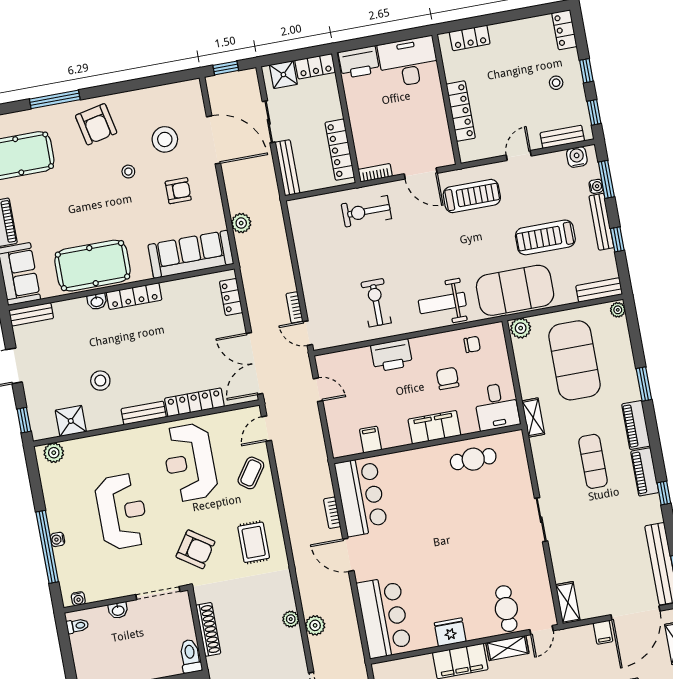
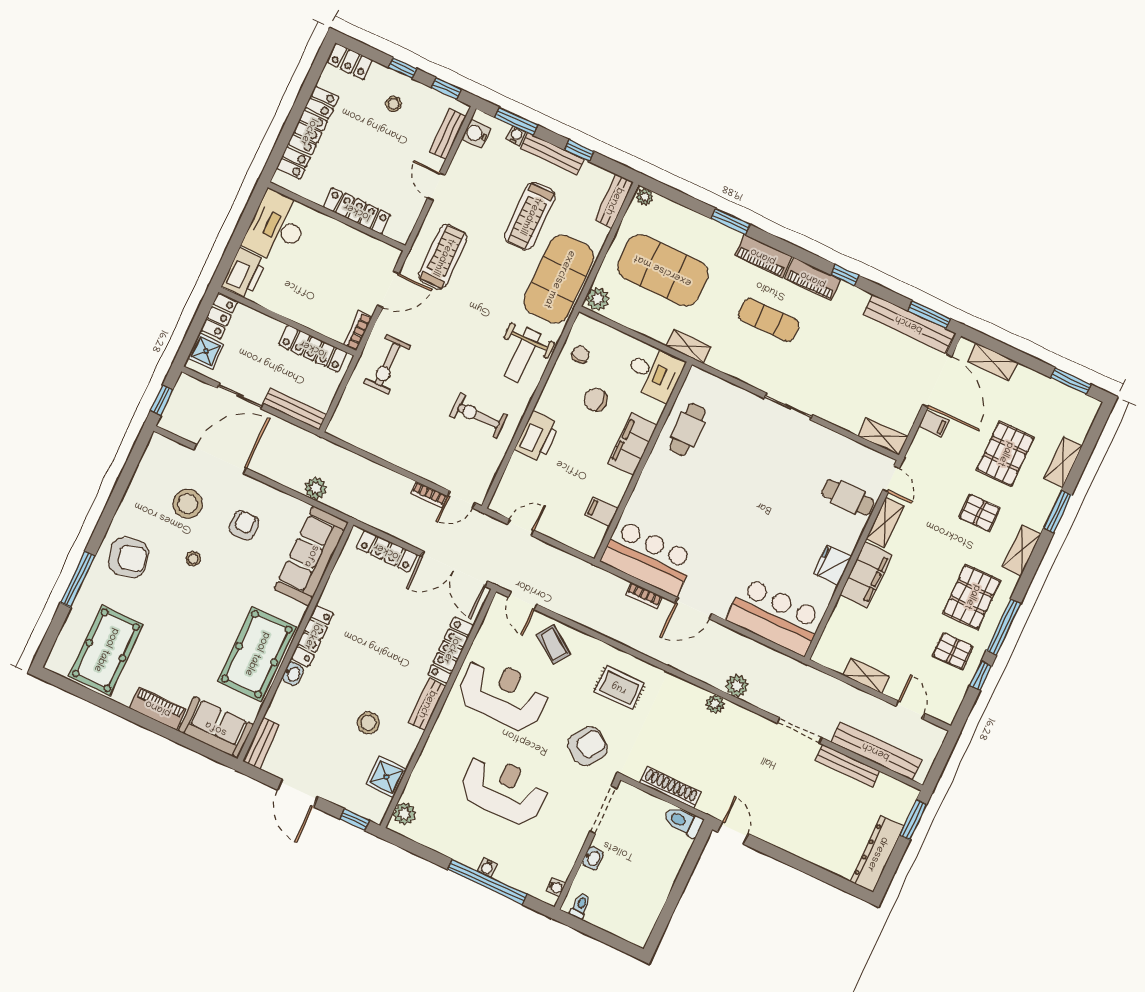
locker: (470, 38) -> (308, 132), width x2.16, depth x1.21
locker: (231, 297) -> (387, 551), width x1.53
reception desk: (190, 462) -> (503, 694), turned 180

